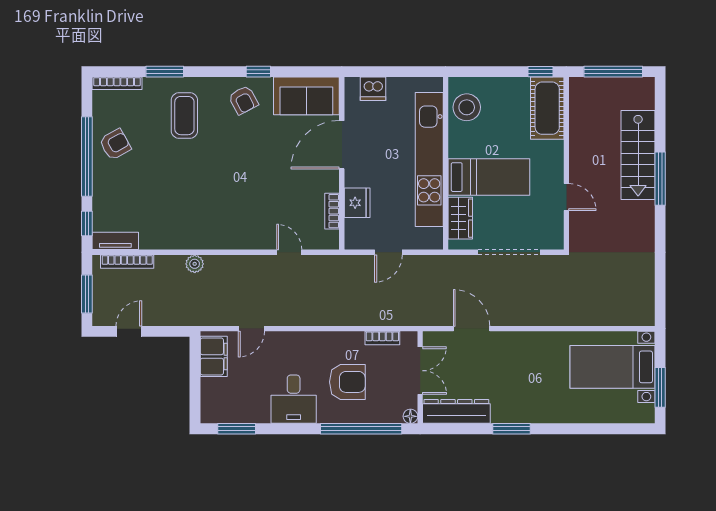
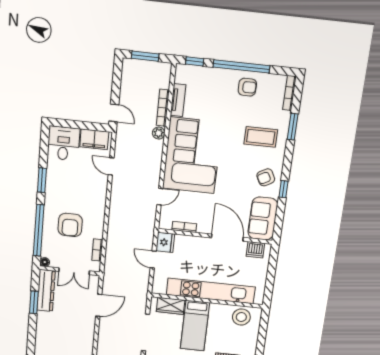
dishwasher: (373, 89) -> (255, 250), moved, turned -90
armchair: (115, 144) -> (247, 87), turned -61
fridge: (357, 203) -> (165, 242), moved, turned -90
corner sofa: (222, 212) -> (192, 155), added
tv unit: (115, 241) -> (178, 100), moved
bookcase: (127, 262) -> (163, 108), moved
door: (129, 331) -> (114, 113), moved
desk: (294, 399) -> (63, 143), moved, turned 90
window: (237, 429) -> (42, 180), moved
window: (511, 429) -> (34, 302), moved

